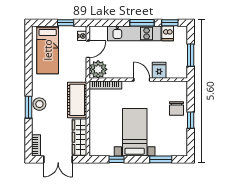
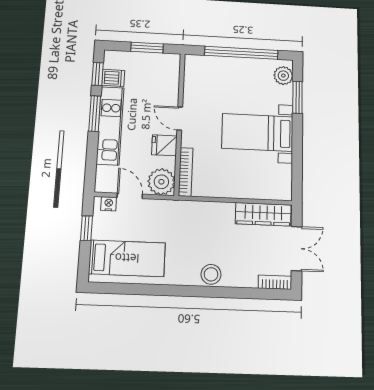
fridge: (159, 70) -> (164, 145), moved
door: (142, 80) -> (180, 118), hinge flipped
cot: (77, 100) -> (207, 216), removed
window: (28, 107) -> (215, 292), removed
chair: (177, 108) -> (224, 71), removed
window: (191, 120) -> (241, 53), width x3.17
plant: (176, 150) -> (283, 76), added
window: (117, 159) -> (297, 161), removed

